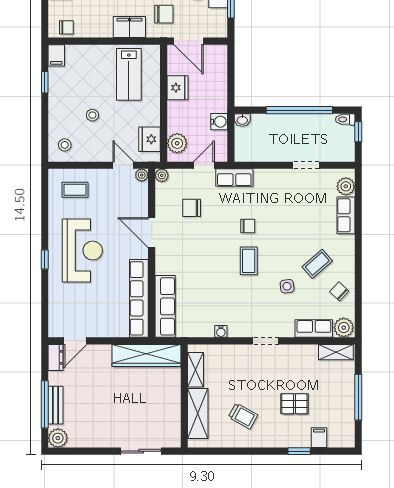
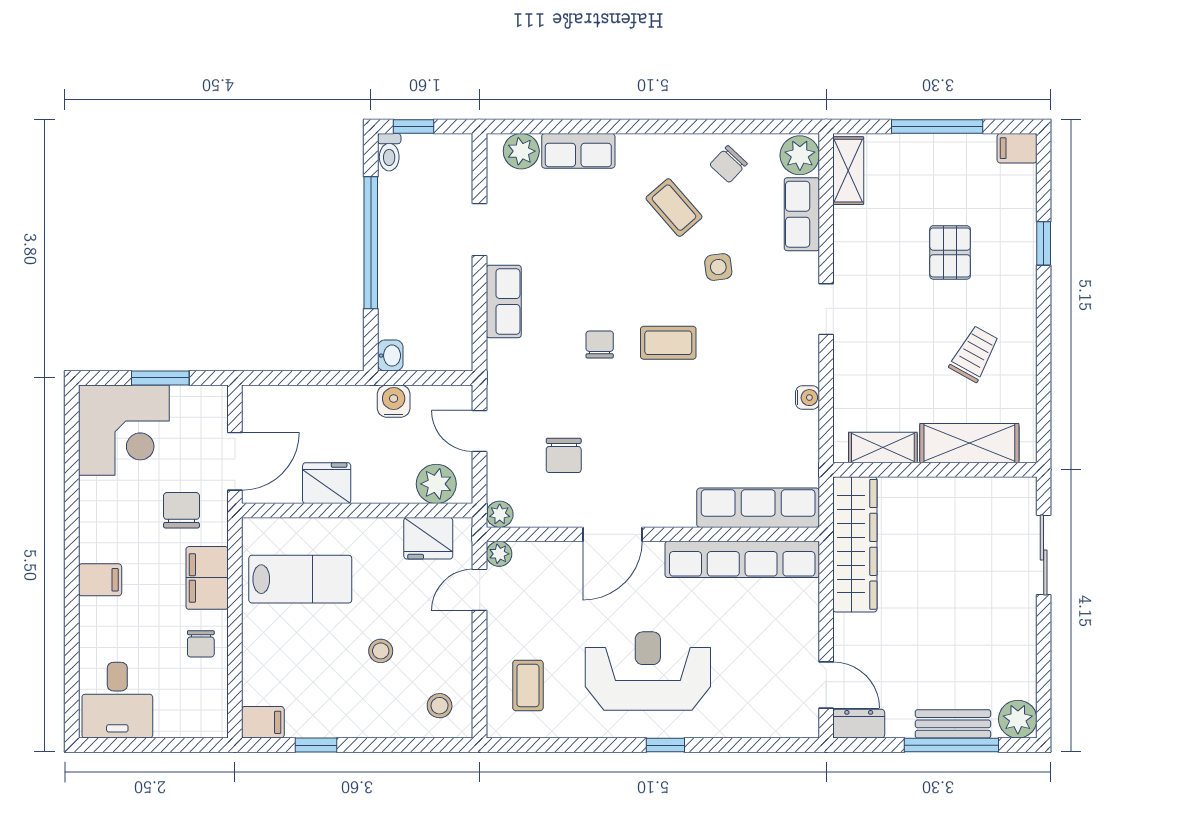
chair: (66, 27) -> (201, 644), moved, turned 180
row of seats: (234, 177) -> (504, 301), moved
filing cabinet: (319, 438) -> (1017, 148), moved

